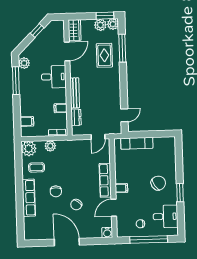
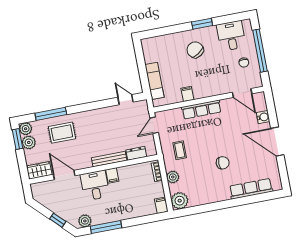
window: (37, 30) -> (58, 220), moved
filing cabinet: (61, 108) -> (112, 175), moved
filing cabinet: (27, 121) -> (161, 205), moved
door: (98, 137) -> (154, 125), swing flipped
coffee table: (37, 167) -> (180, 150), moved
filing cabinet: (121, 188) -> (187, 94), moved
row of seats: (29, 198) -> (251, 189), moved
chair: (76, 205) -> (234, 138), removed
door: (114, 208) -> (242, 93), moved
water cooler: (107, 233) -> (263, 117), moved
door: (67, 242) -> (277, 142), hinge flipped

